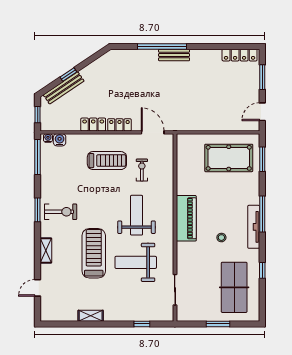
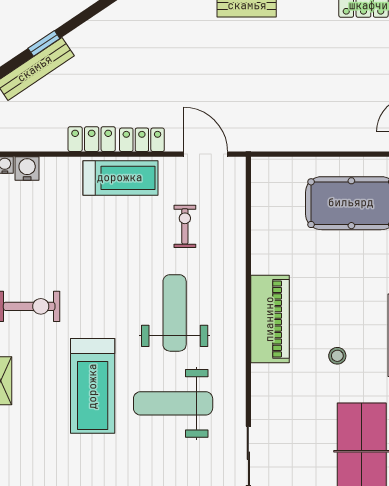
treadmill: (107, 161) -> (120, 178), moved
treadmill: (94, 253) -> (93, 386), turned 180

